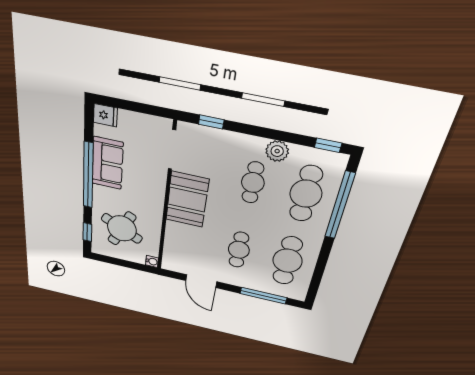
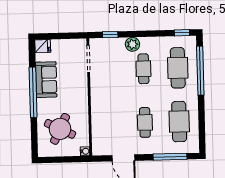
plant: (277, 151) -> (132, 44), moved
booth: (187, 200) -> (103, 93), removed
window: (87, 232) -> (34, 140), removed

